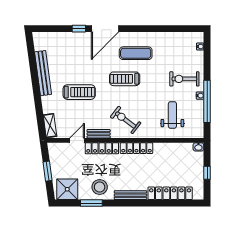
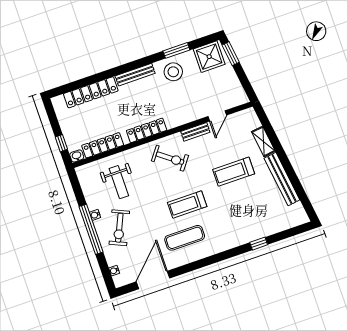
door: (105, 29) -> (153, 280), moved
treadmill: (125, 79) -> (187, 204), turned 180
exercise bike: (184, 79) -> (119, 228), turned 114
window: (207, 101) -> (91, 229), moved
shelving: (50, 126) -> (263, 141), moved
locker: (102, 148) -> (103, 145), moved
window: (47, 171) -> (231, 54), moved
window: (207, 173) -> (61, 143), moved

